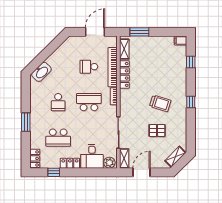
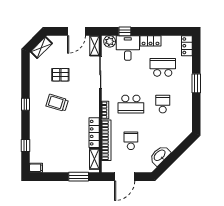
school desk: (89, 67) -> (131, 141), turned -90
washbasin: (41, 72) -> (160, 155), moved
window: (54, 172) -> (125, 31), moved

